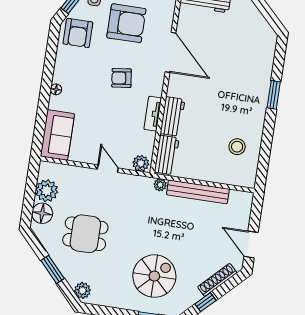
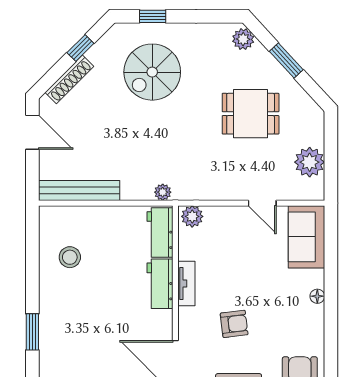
door: (108, 169) -> (262, 203), moved
bench: (198, 192) -> (79, 191), moved
floor lamp: (42, 213) -> (311, 132), removed

